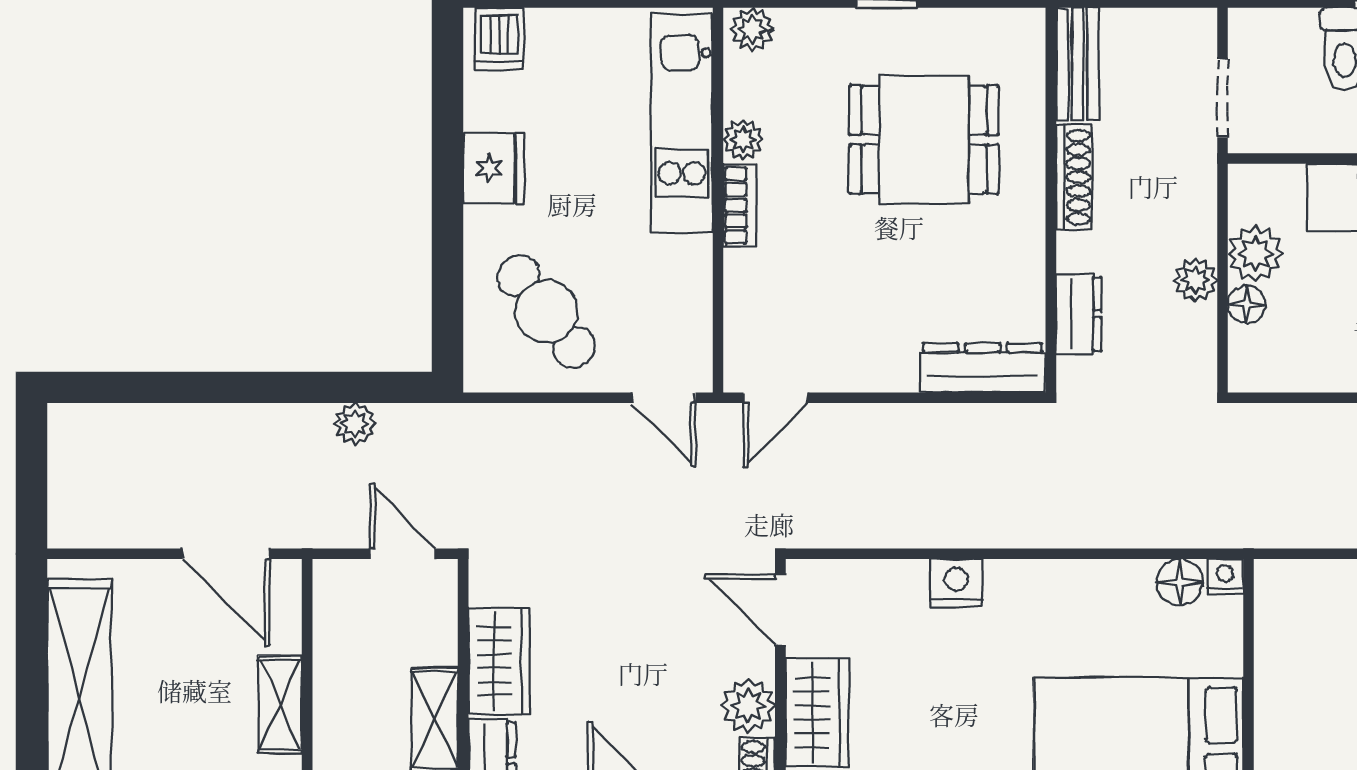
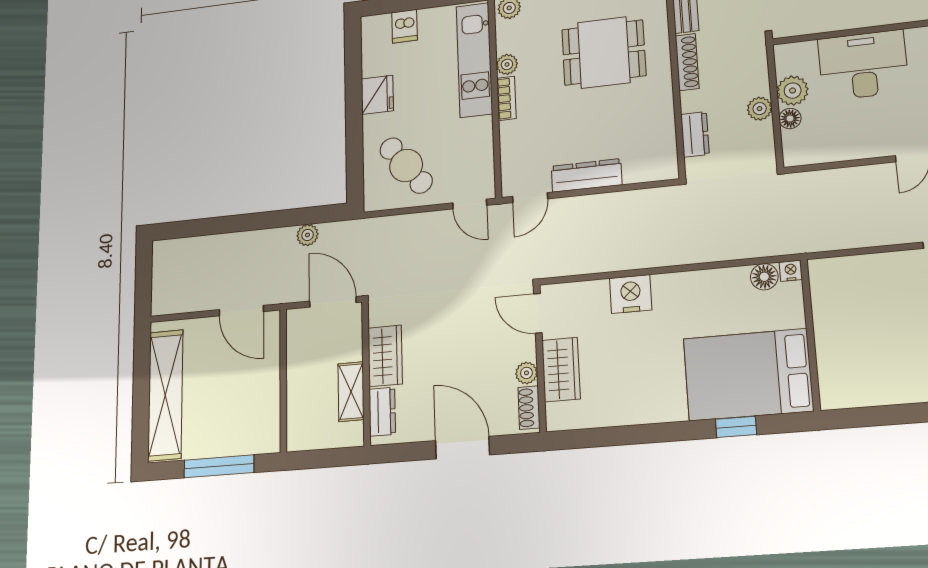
dishwasher: (499, 39) -> (404, 26), moved
dresser: (983, 368) -> (587, 175), moved
door: (403, 554) -> (333, 302), width x1.38
nightstand: (956, 583) -> (631, 294), width x1.36, depth x1.33
shelving: (280, 705) -> (269, 390), removed
plant: (748, 706) -> (526, 373), width x0.73, depth x0.73

